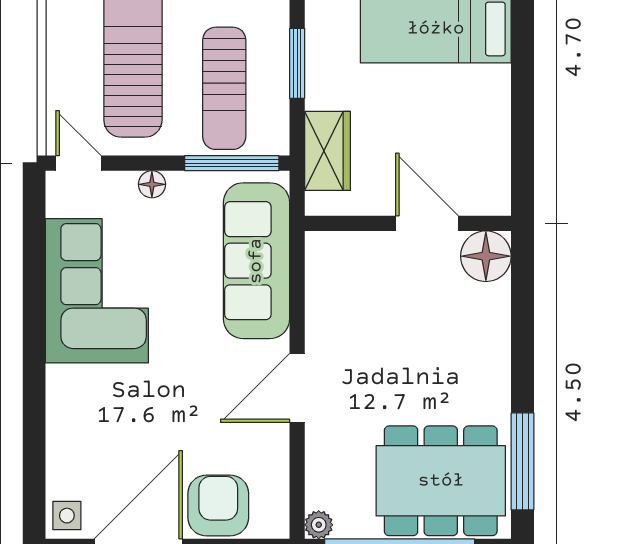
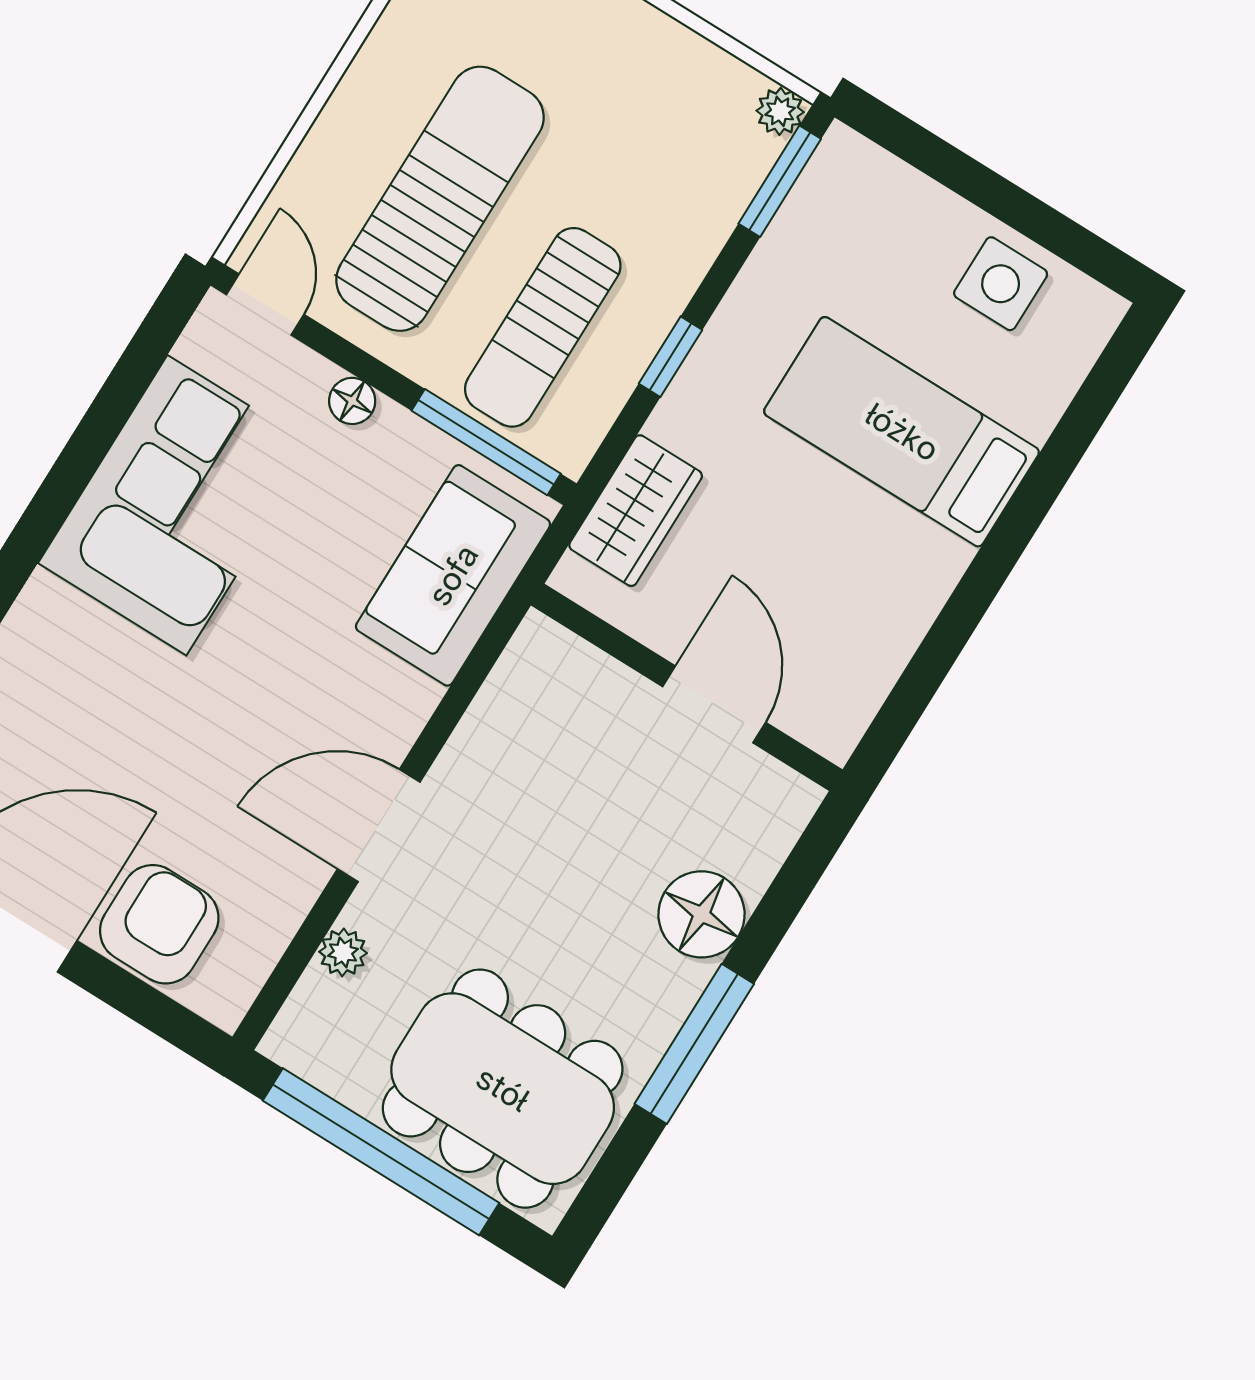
window: (297, 63) -> (670, 357), width x0.67
floor lamp: (486, 256) -> (702, 914), moved
sofa: (256, 261) -> (453, 575), width x0.73
window: (522, 461) -> (694, 1044), moved
plant: (319, 525) -> (343, 952), moved

